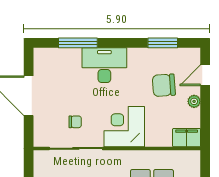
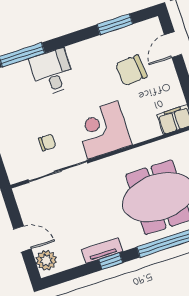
desk: (104, 65) -> (52, 72), width x0.73
plant: (194, 101) -> (170, 77), removed

